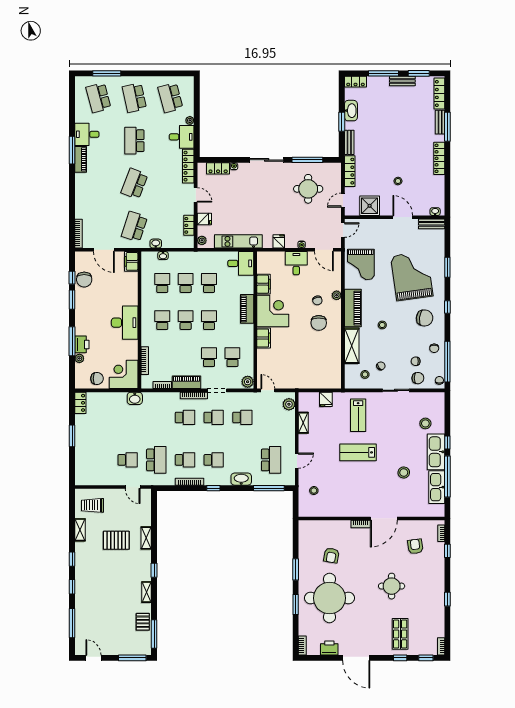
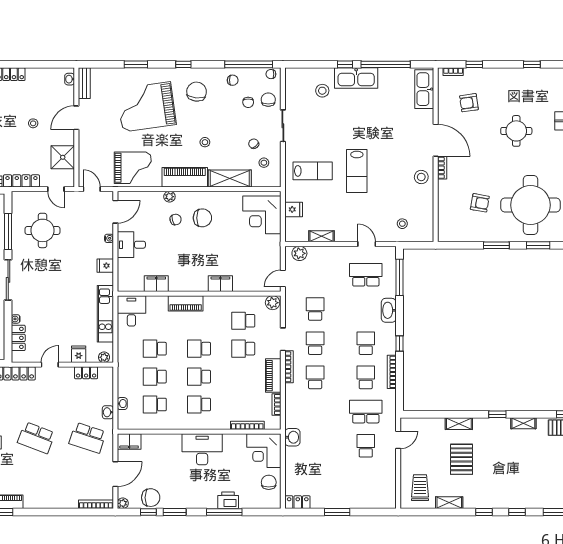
corner desk: (273, 311) -> (262, 215), moved, turned -90
plant: (79, 358) -> (123, 503), moved
stool: (404, 472) -> (421, 177), moved
kitchen sink: (437, 487) -> (424, 89), moved, turned 90
trolley: (92, 505) -> (420, 488), turned 180

